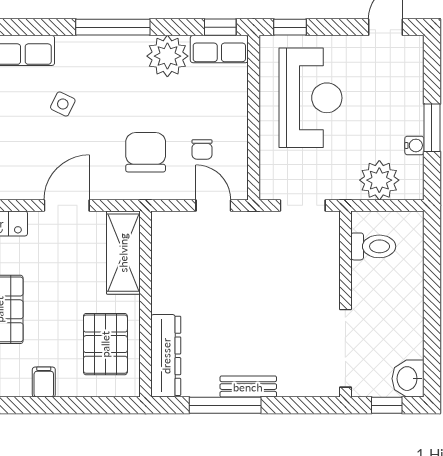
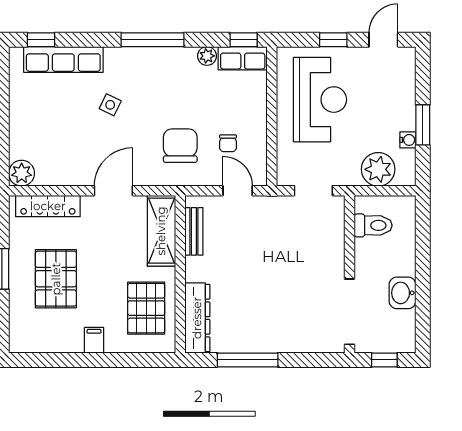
window: (290, 27) -> (333, 40), moved
plant: (167, 56) -> (207, 56), width x0.53, depth x0.53
washbasin: (408, 379) -> (402, 293), moved
bench: (248, 387) -> (194, 231), moved, turned 90

